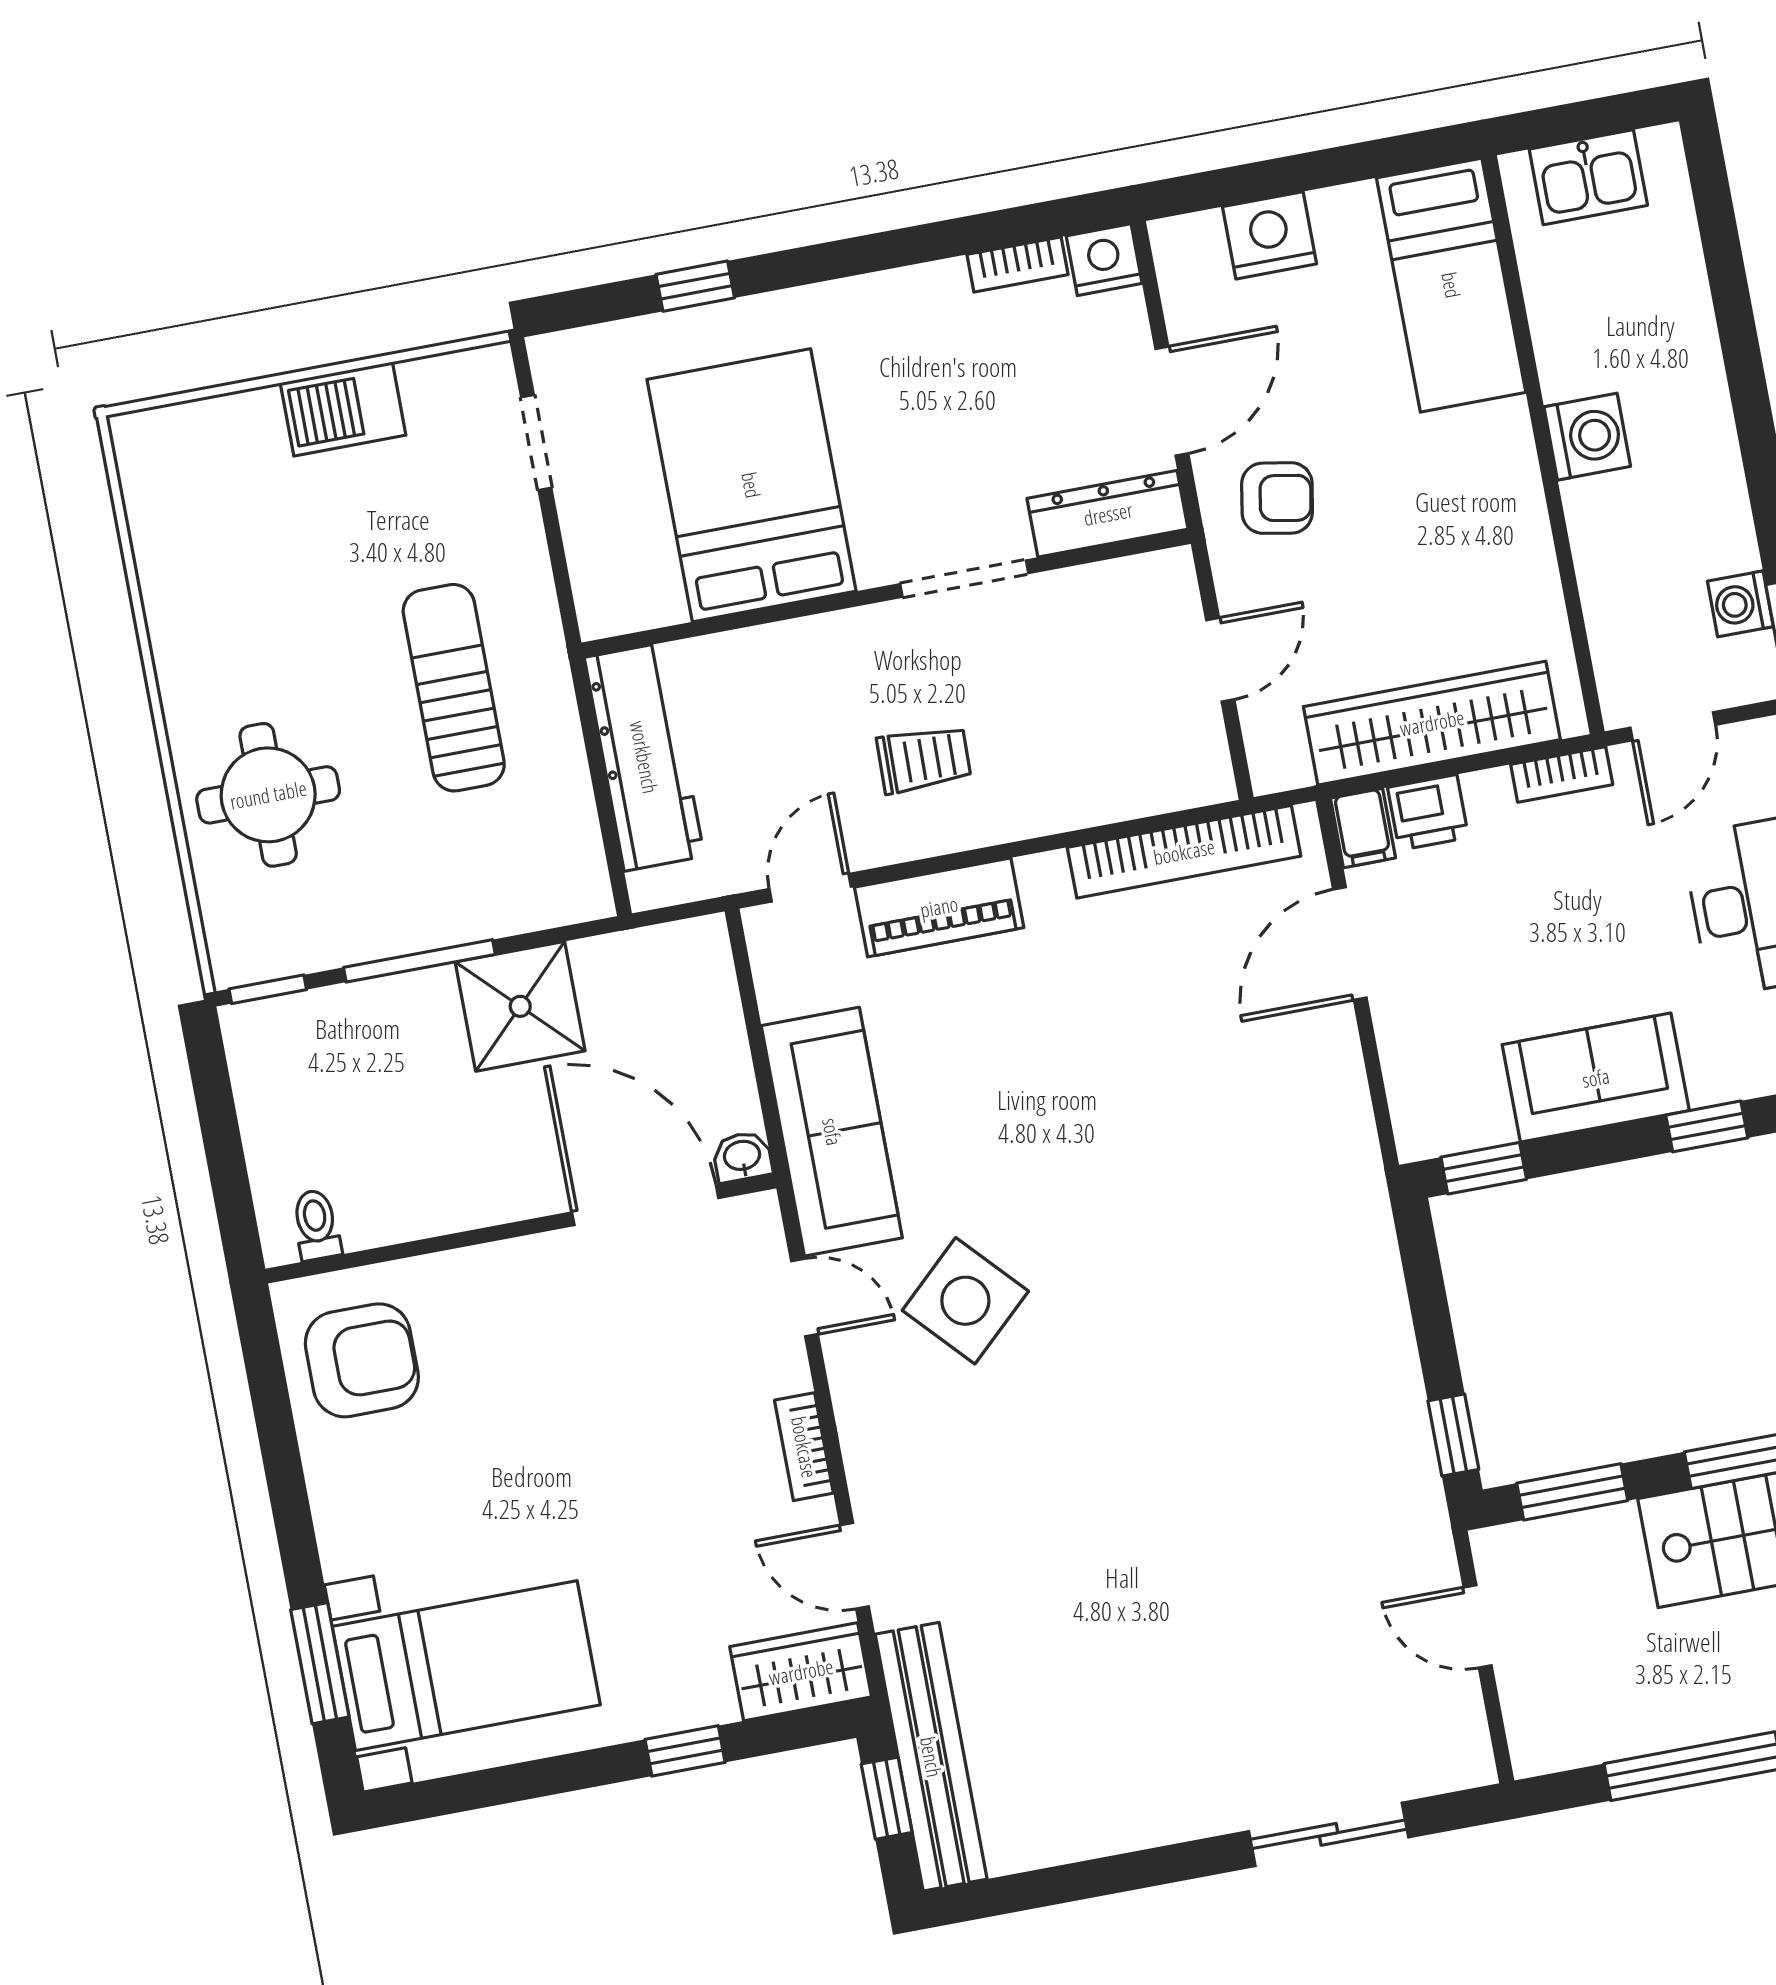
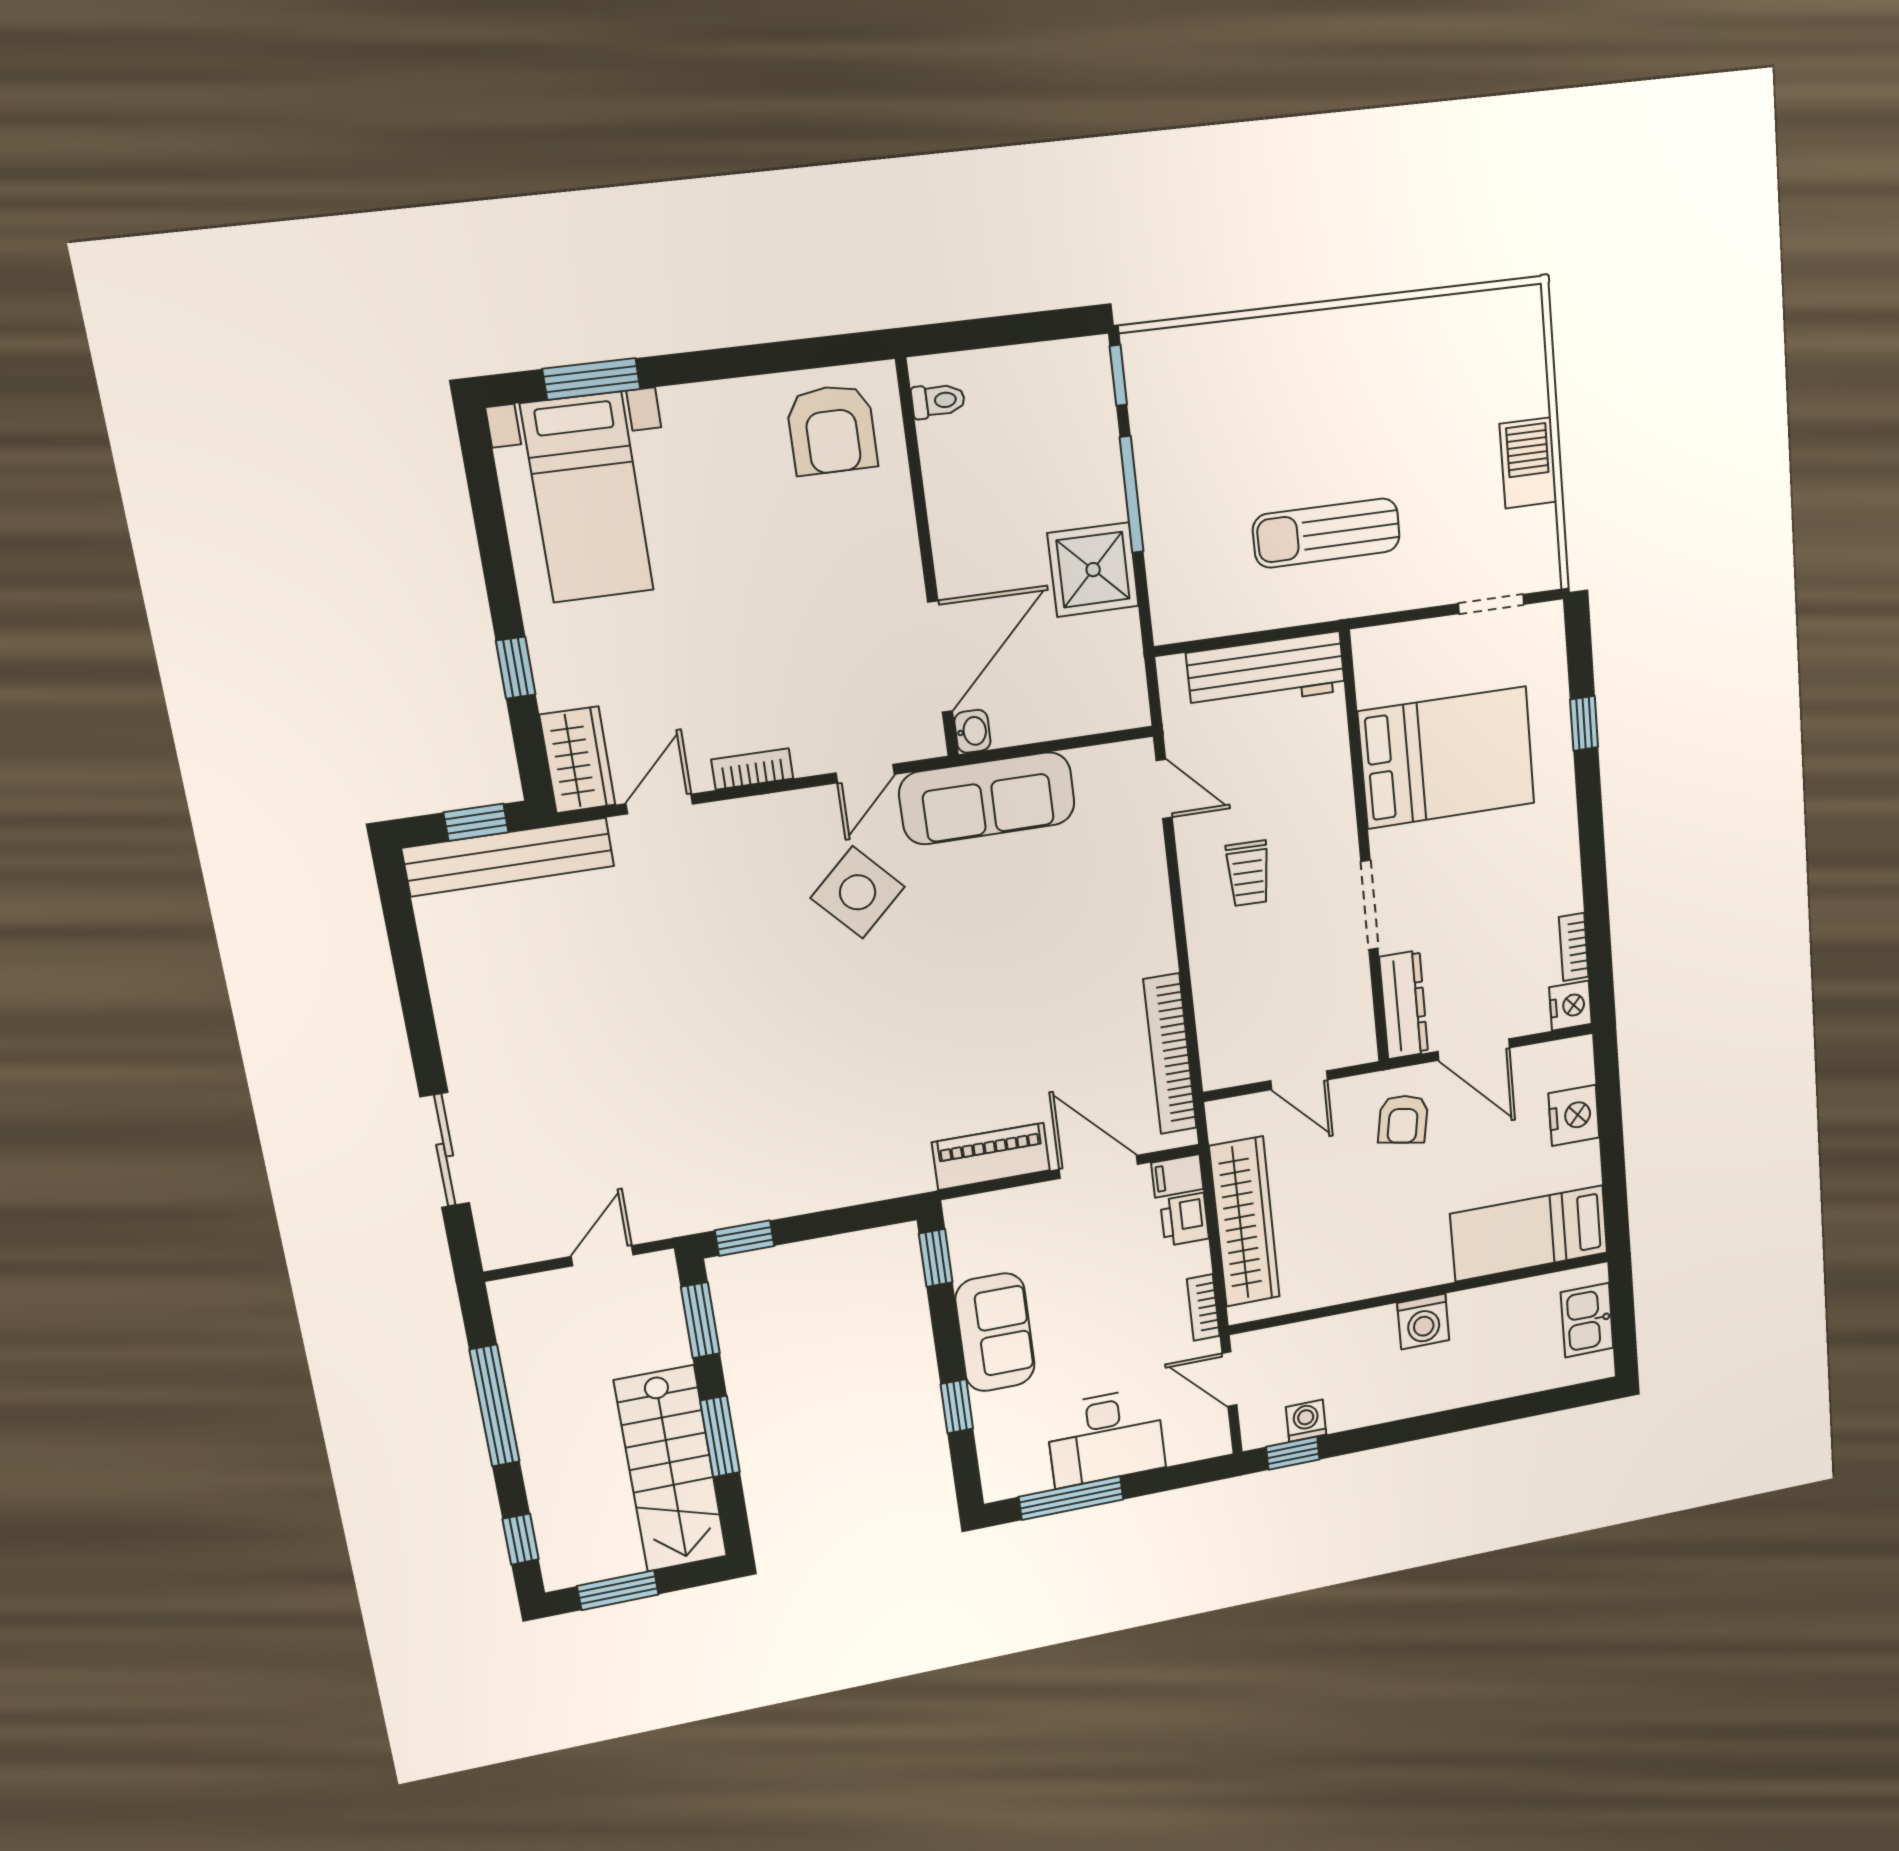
sun lounger: (454, 688) -> (1326, 533), turned 180
round table: (268, 795) -> (1261, 386), removed
piano: (939, 907) -> (991, 1156), moved, turned 90

